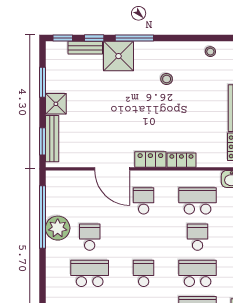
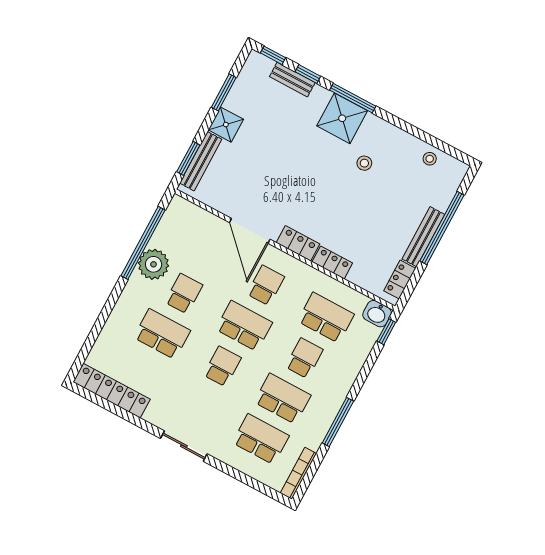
shower: (119, 56) -> (342, 118), moved
school desk: (144, 237) -> (244, 326), added

